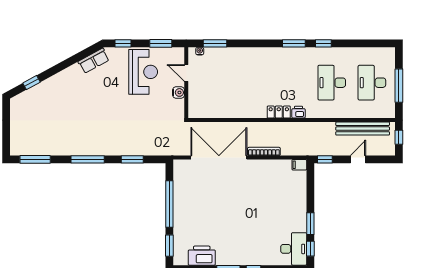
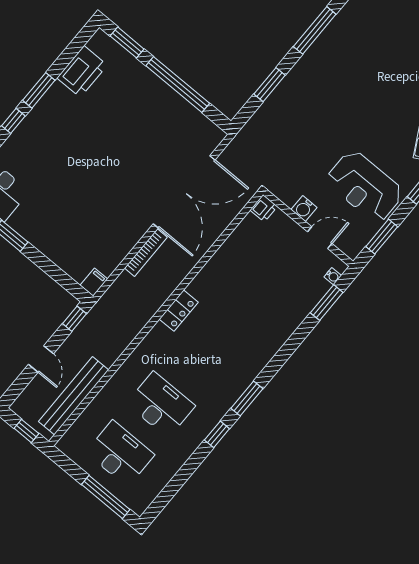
window: (399, 86) -> (106, 497), moved
printer: (298, 112) -> (264, 208), moved

